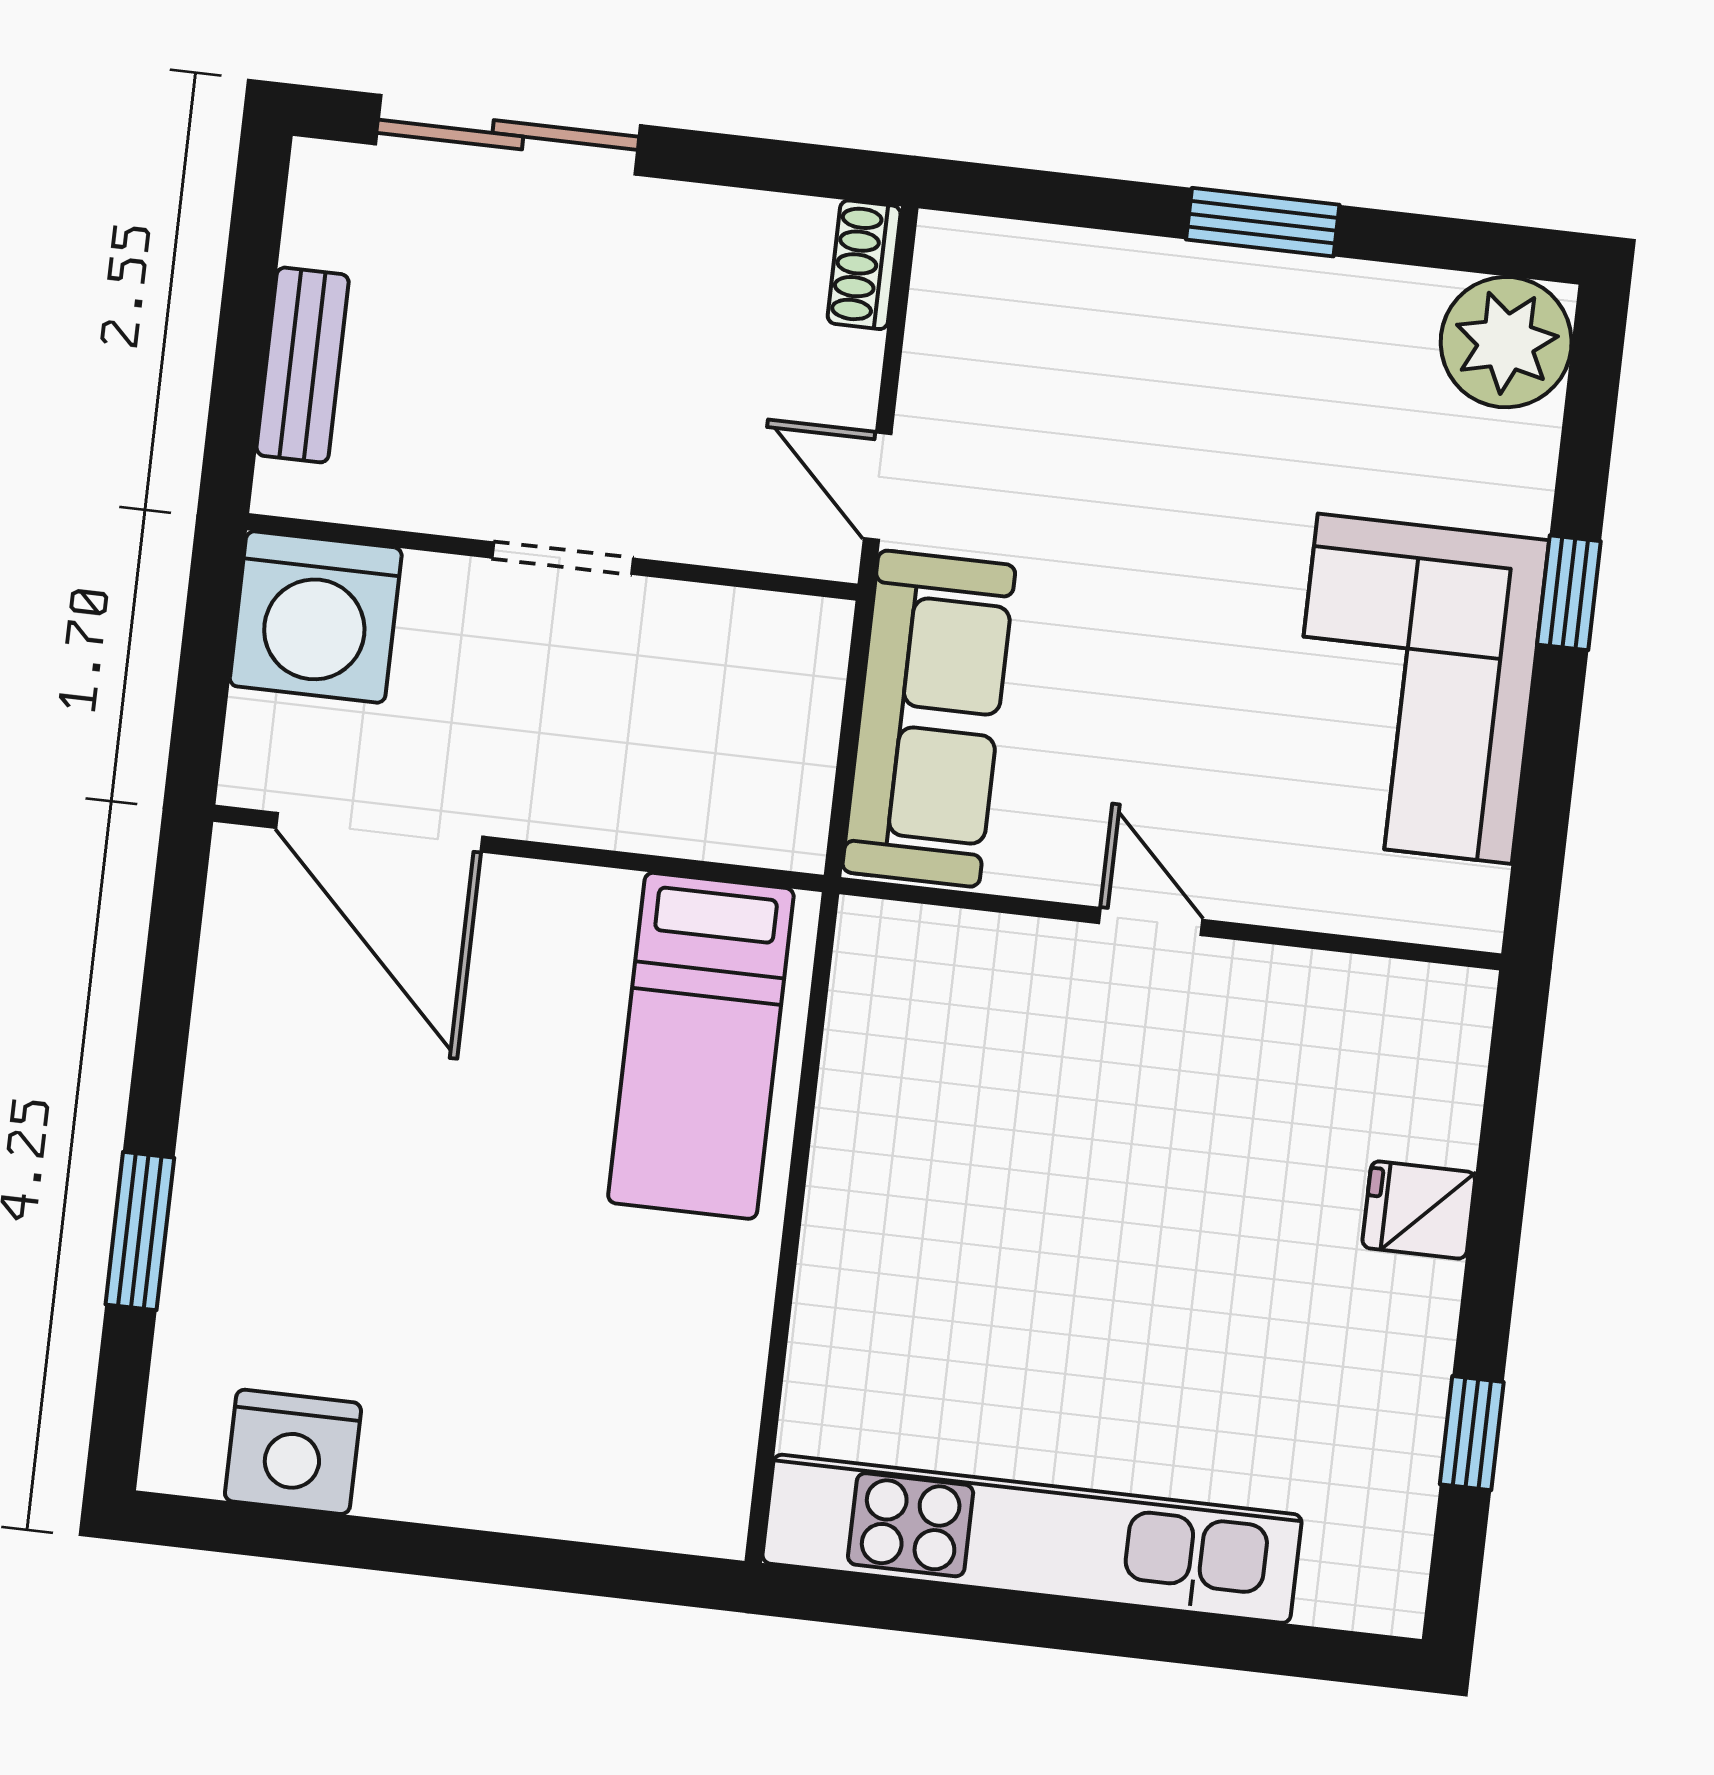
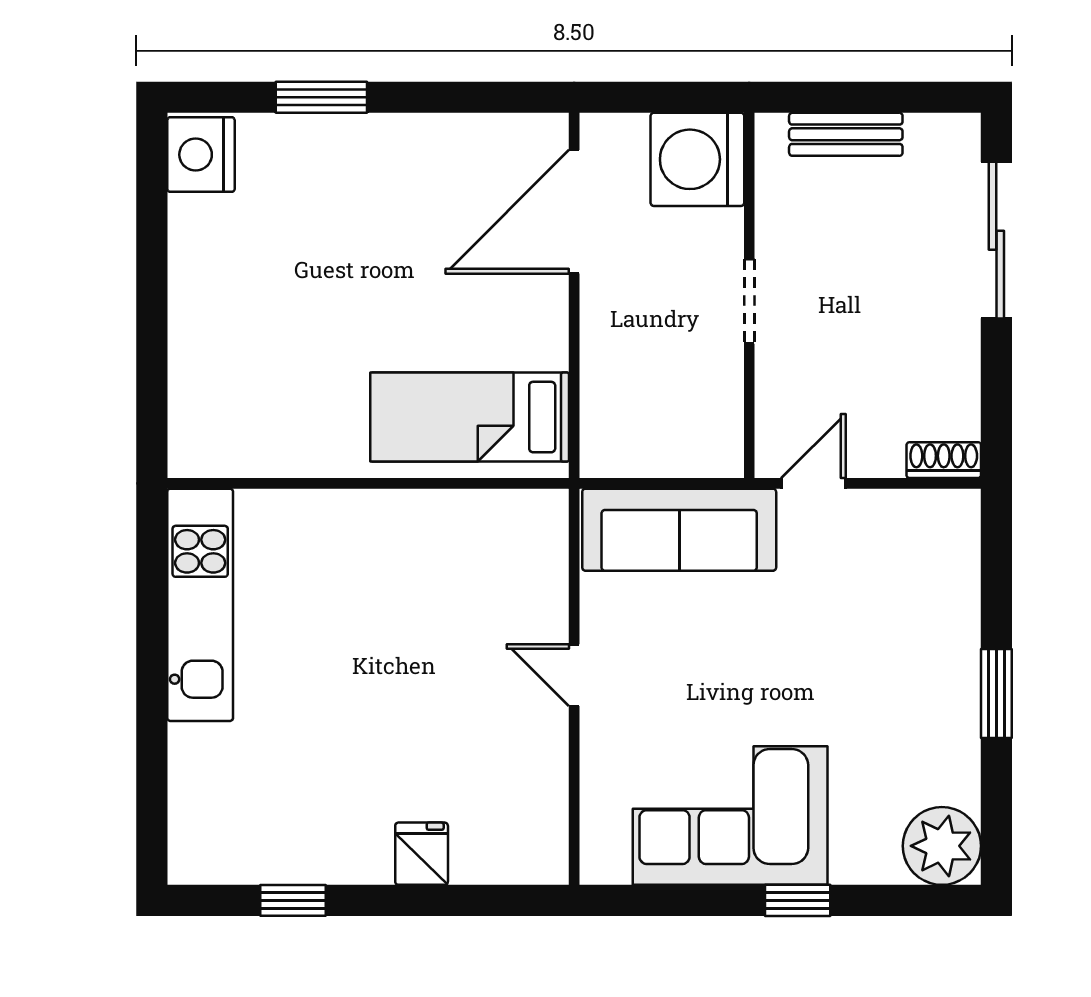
door: (1151, 922) -> (574, 675), swing flipped
nightstand: (293, 1452) -> (201, 155), moved
kitchen unit: (1032, 1539) -> (200, 605), width x0.73

